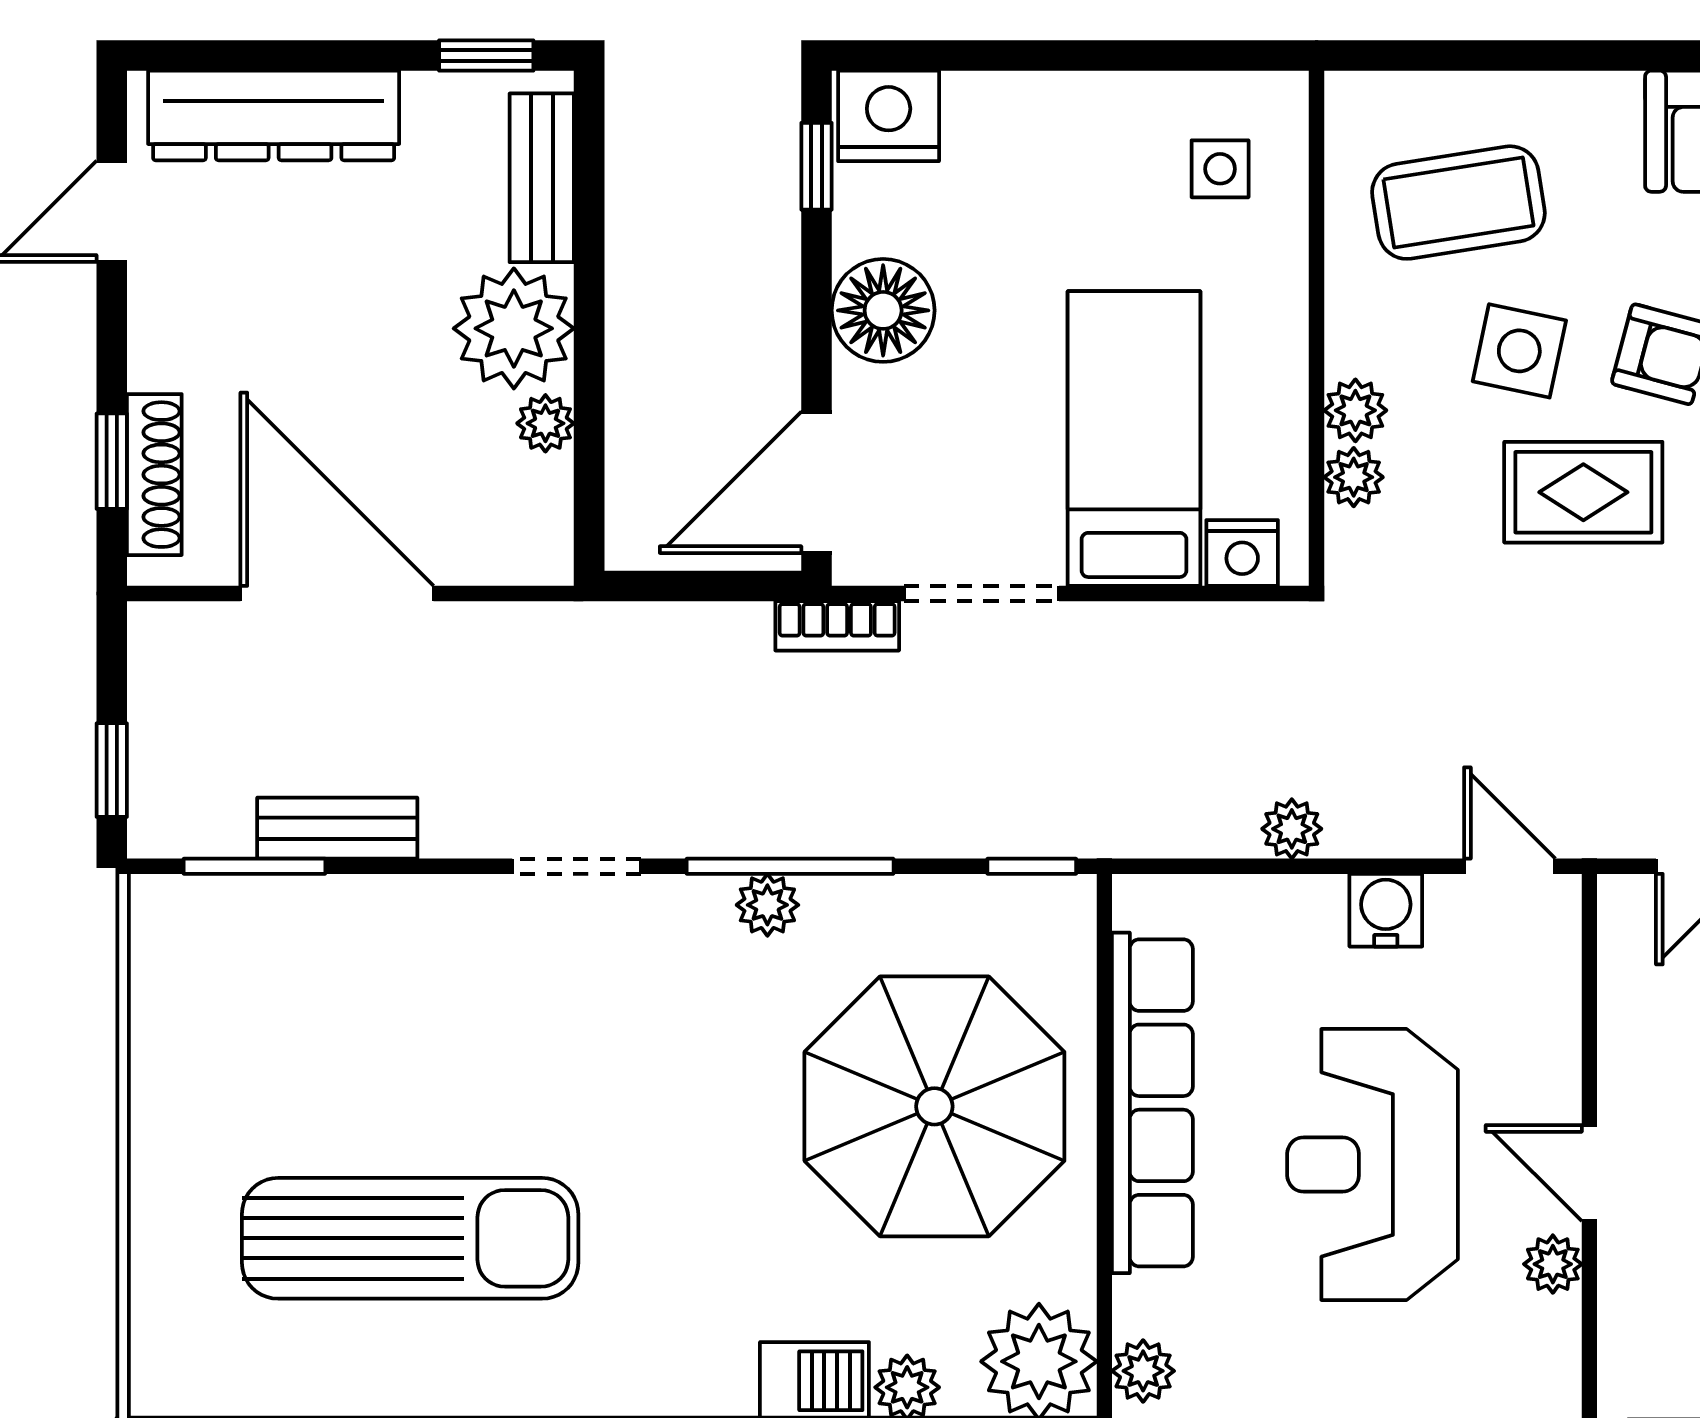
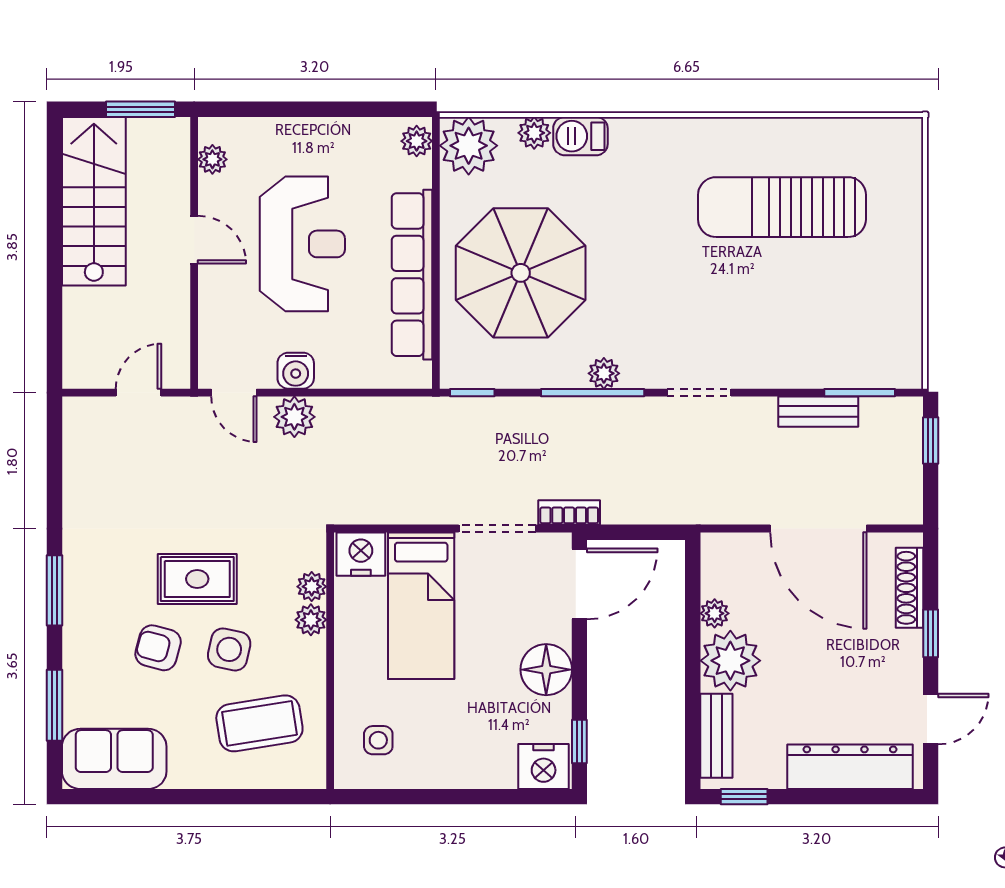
window: (112, 461) -> (931, 633), moved
nightstand: (1242, 553) -> (361, 554), width x1.36, depth x1.33
plant: (1292, 829) -> (294, 417), moved, width x1.38, depth x1.38
plant: (1553, 1264) -> (212, 159), moved

